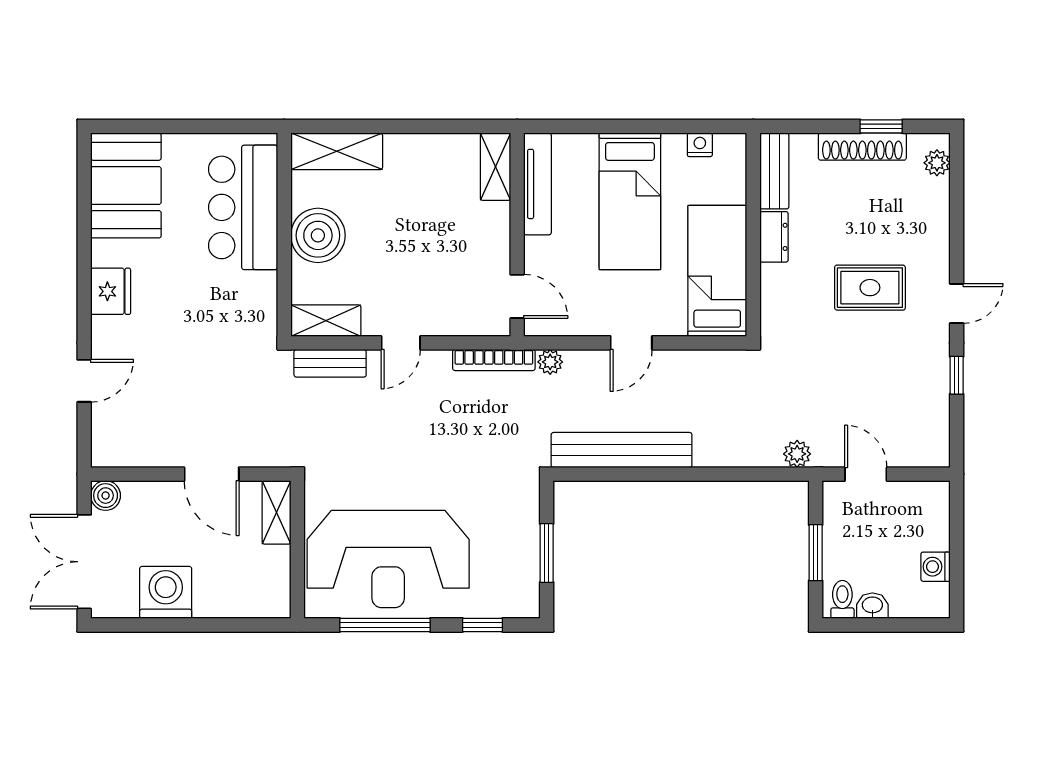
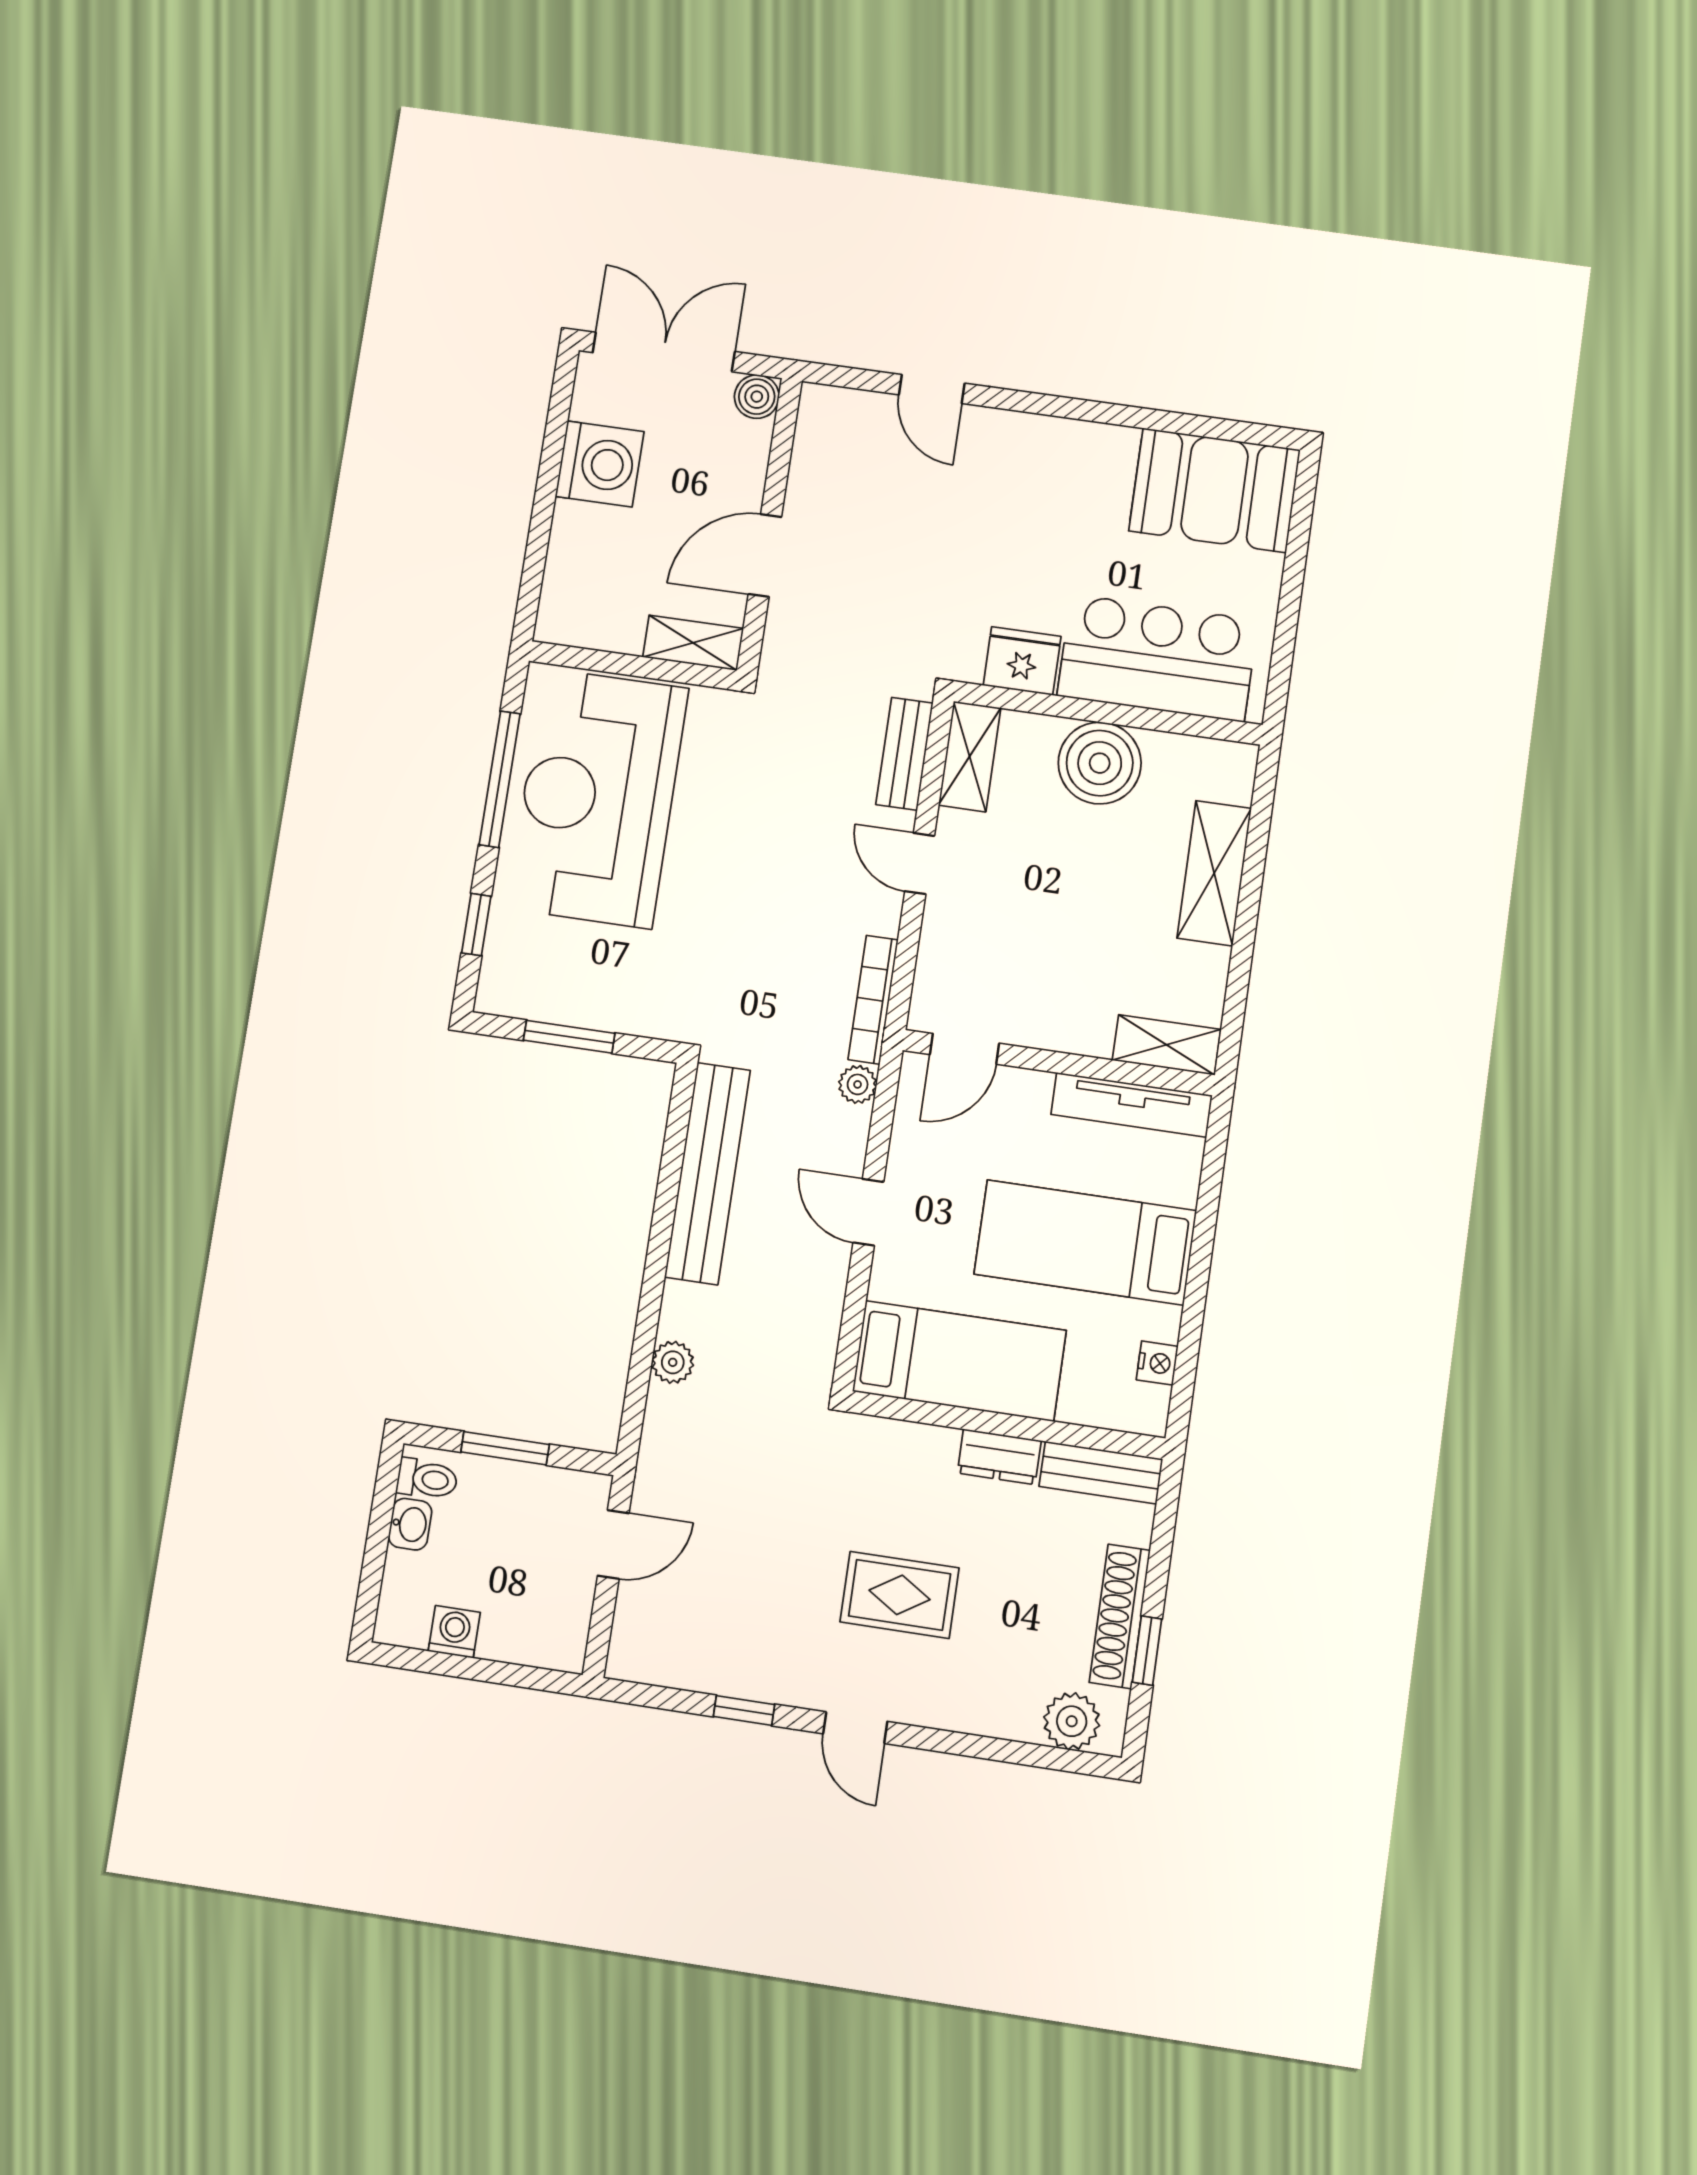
shelving: (337, 151) -> (1214, 873), moved
plant: (937, 163) -> (1072, 1721), width x1.38, depth x1.38
rug: (870, 288) -> (900, 1595), turned 90
fridge: (111, 291) -> (1022, 661), moved, turned 180
plant: (797, 454) -> (673, 1362), moved

